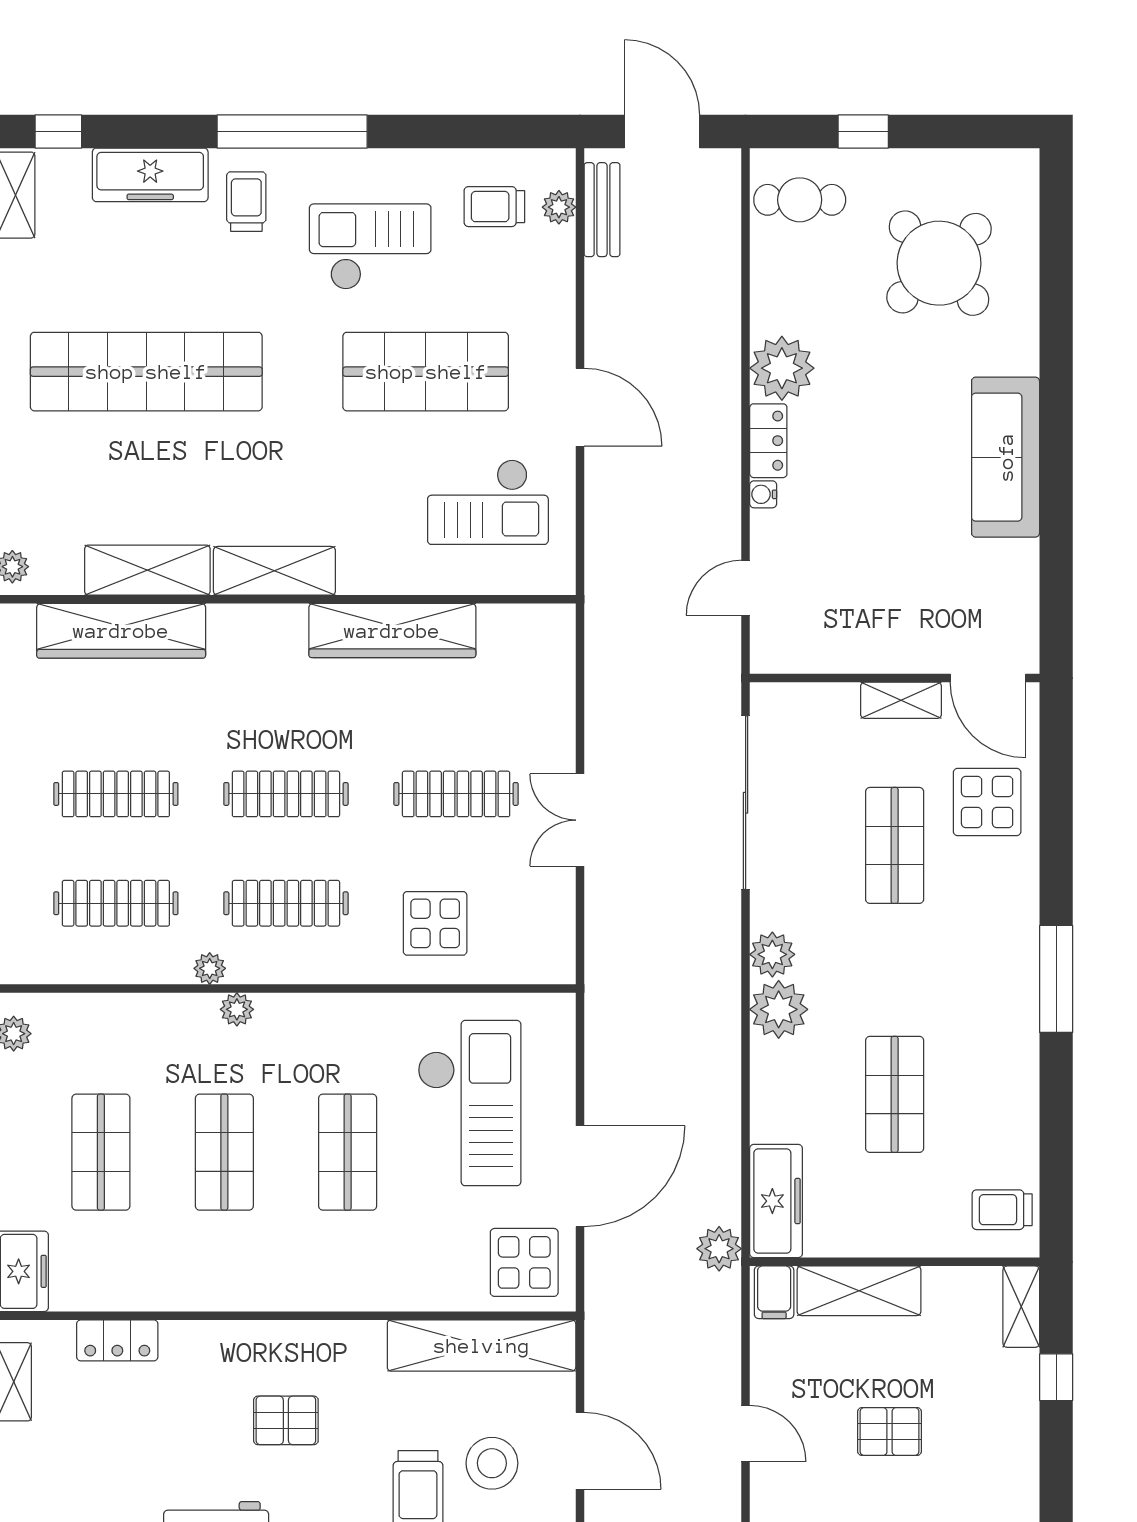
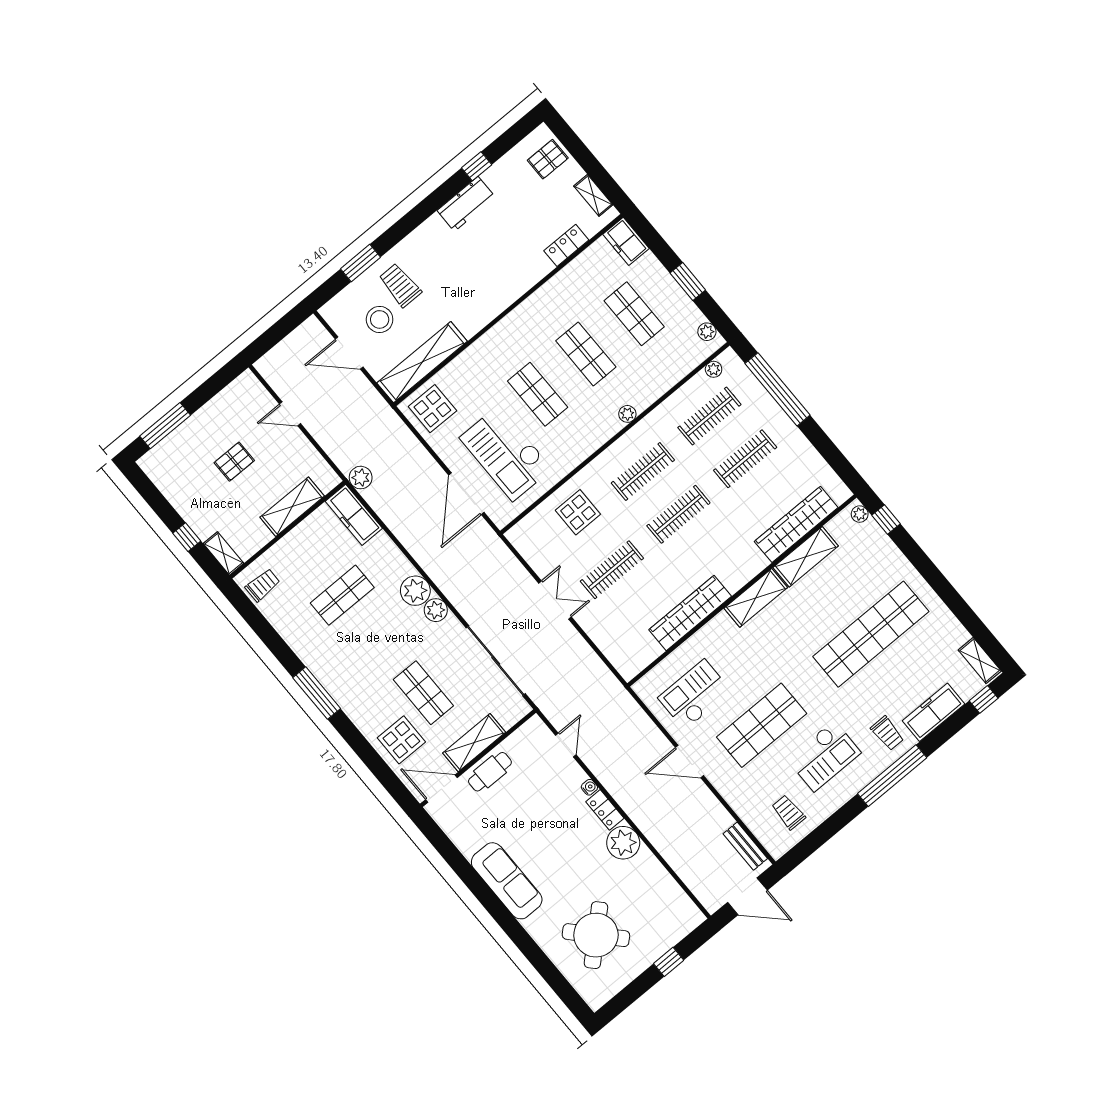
cafe table: (800, 200) -> (490, 772), moved
trolley: (494, 207) -> (788, 812), turned -90
plant: (559, 207) -> (763, 833), removed
shelving: (901, 700) -> (474, 743), width x1.50, depth x1.33
plant: (210, 968) -> (714, 369), moved
shop shelf: (895, 1094) -> (342, 595), turned 90
door: (580, 1176) -> (466, 494), moved
filing cabinet: (774, 1292) -> (325, 478), removed
pallet: (286, 1420) -> (548, 159), moved

